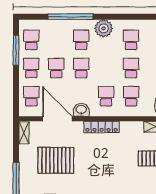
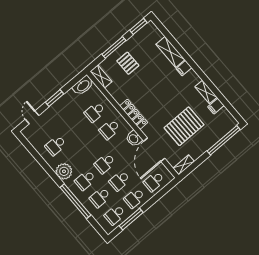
school desk: (131, 68) -> (100, 197), moved
pallet: (56, 160) -> (184, 126), turned 90

